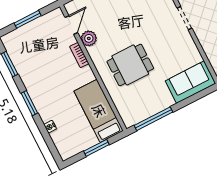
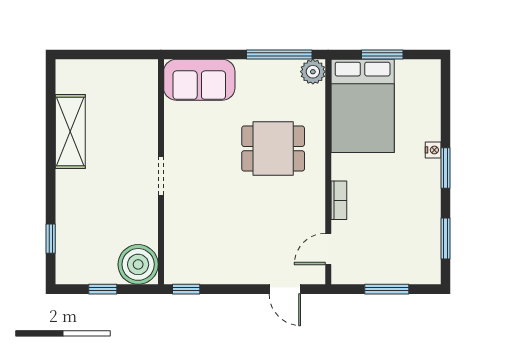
plant: (89, 38) -> (313, 72), moved
bed: (99, 111) -> (363, 106), width x1.50
nightstand: (50, 127) -> (433, 150), moved

